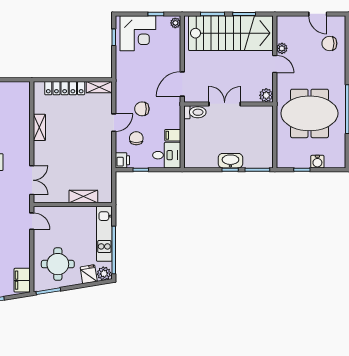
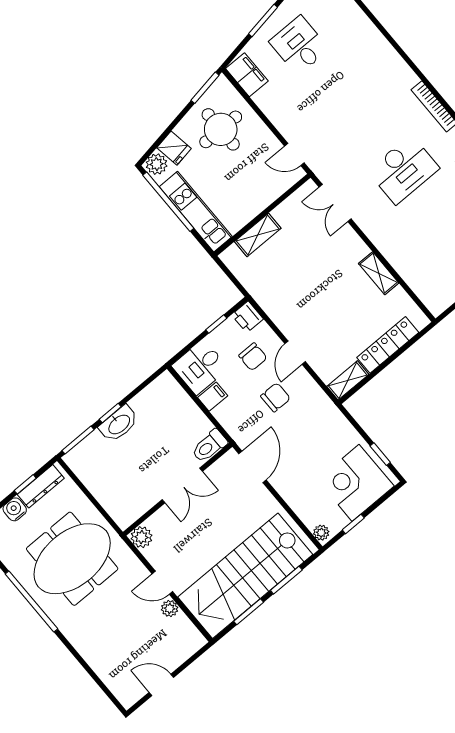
chair: (329, 43) -> (118, 661), removed
dresser: (295, 162) -> (41, 486), added

